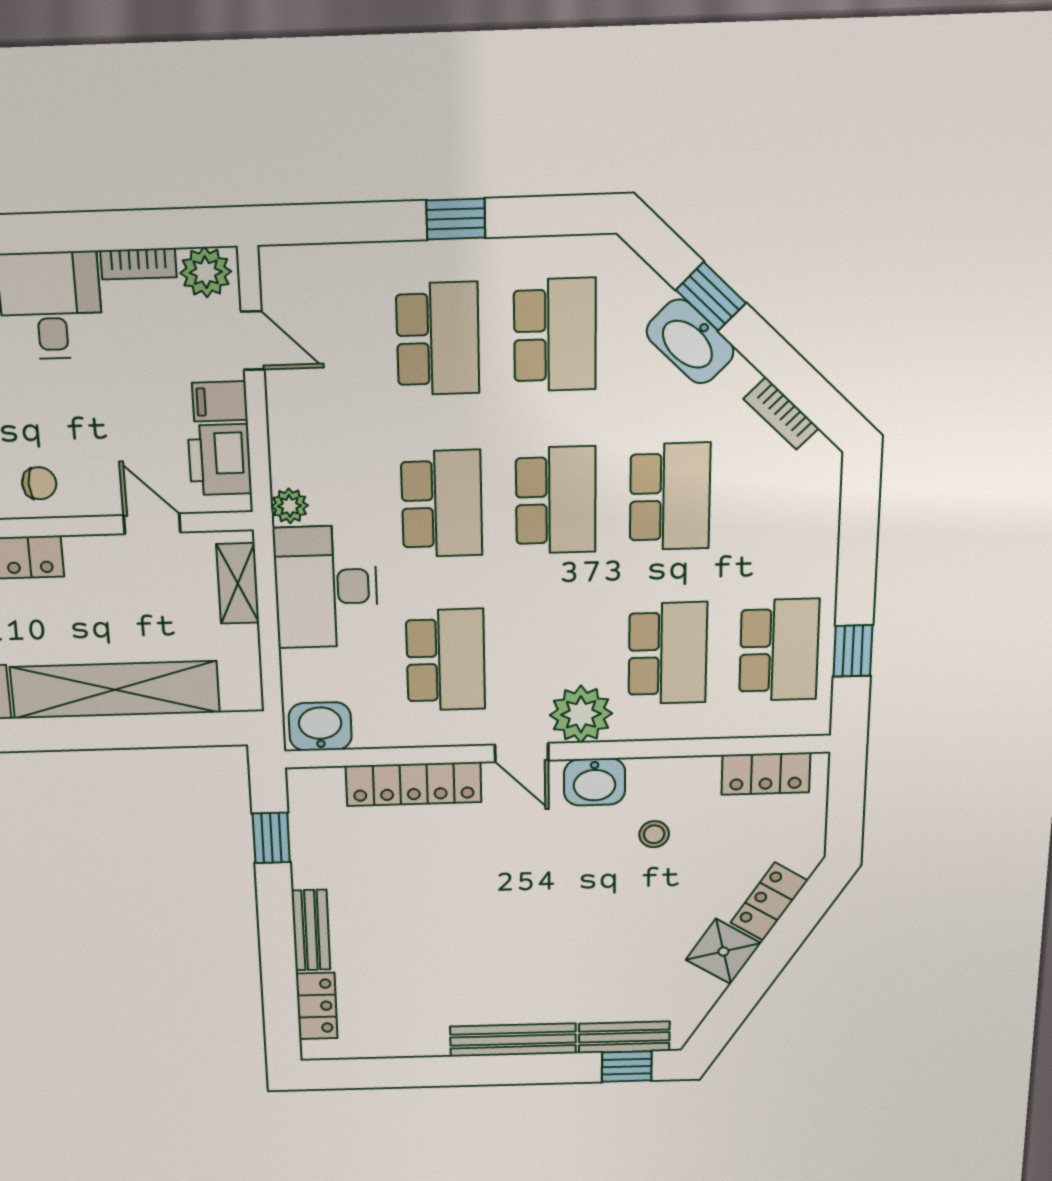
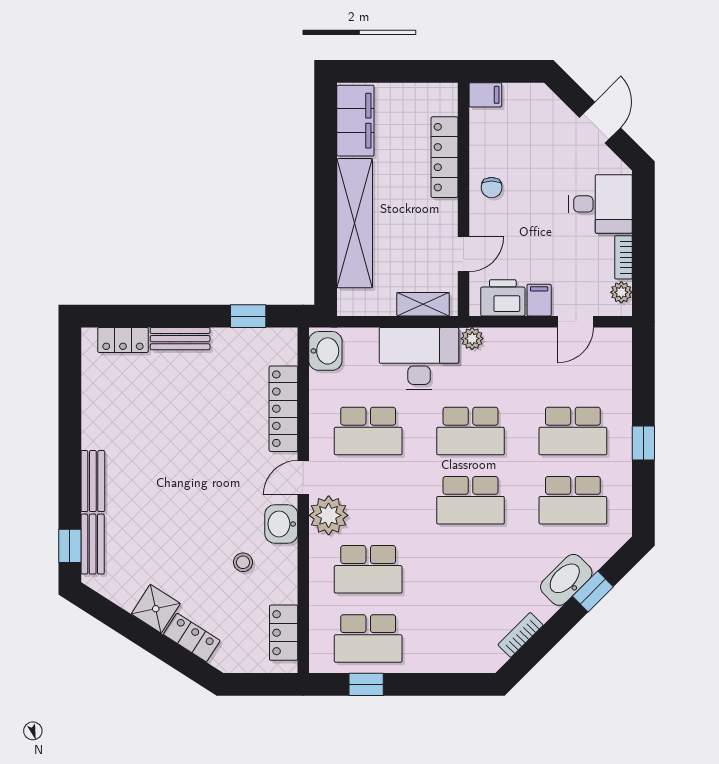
plant: (206, 272) -> (621, 292), width x0.73, depth x0.73
school desk: (670, 497) -> (471, 569), removed
bench: (513, 1040) -> (93, 481), width x0.73

